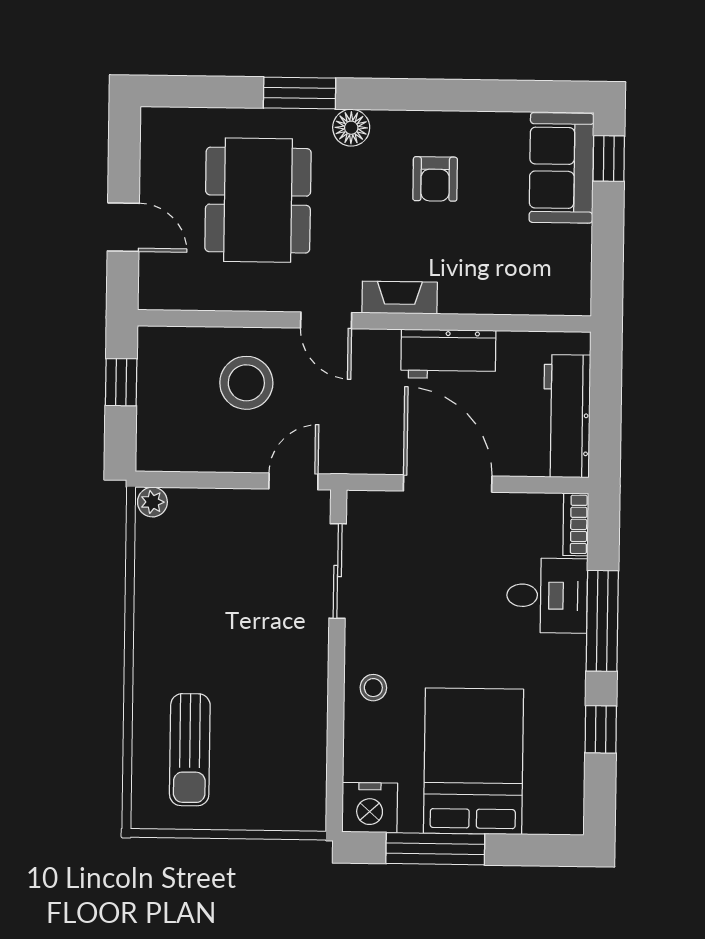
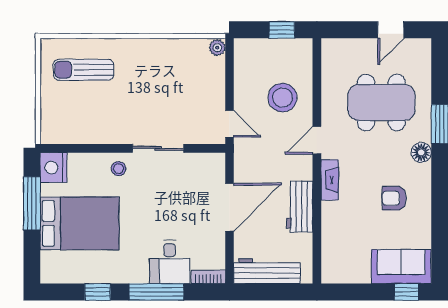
door: (123, 227) -> (391, 30), moved
sliding door: (338, 571) -> (158, 148), moved

